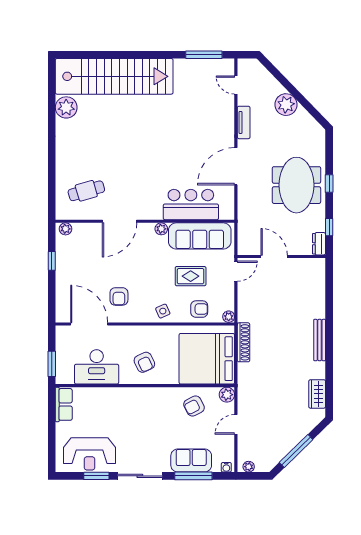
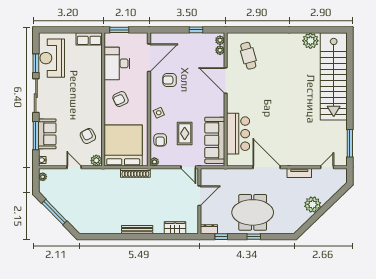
plant: (161, 229) -> (220, 50), moved
wardrobe: (317, 394) -> (175, 228), moved

